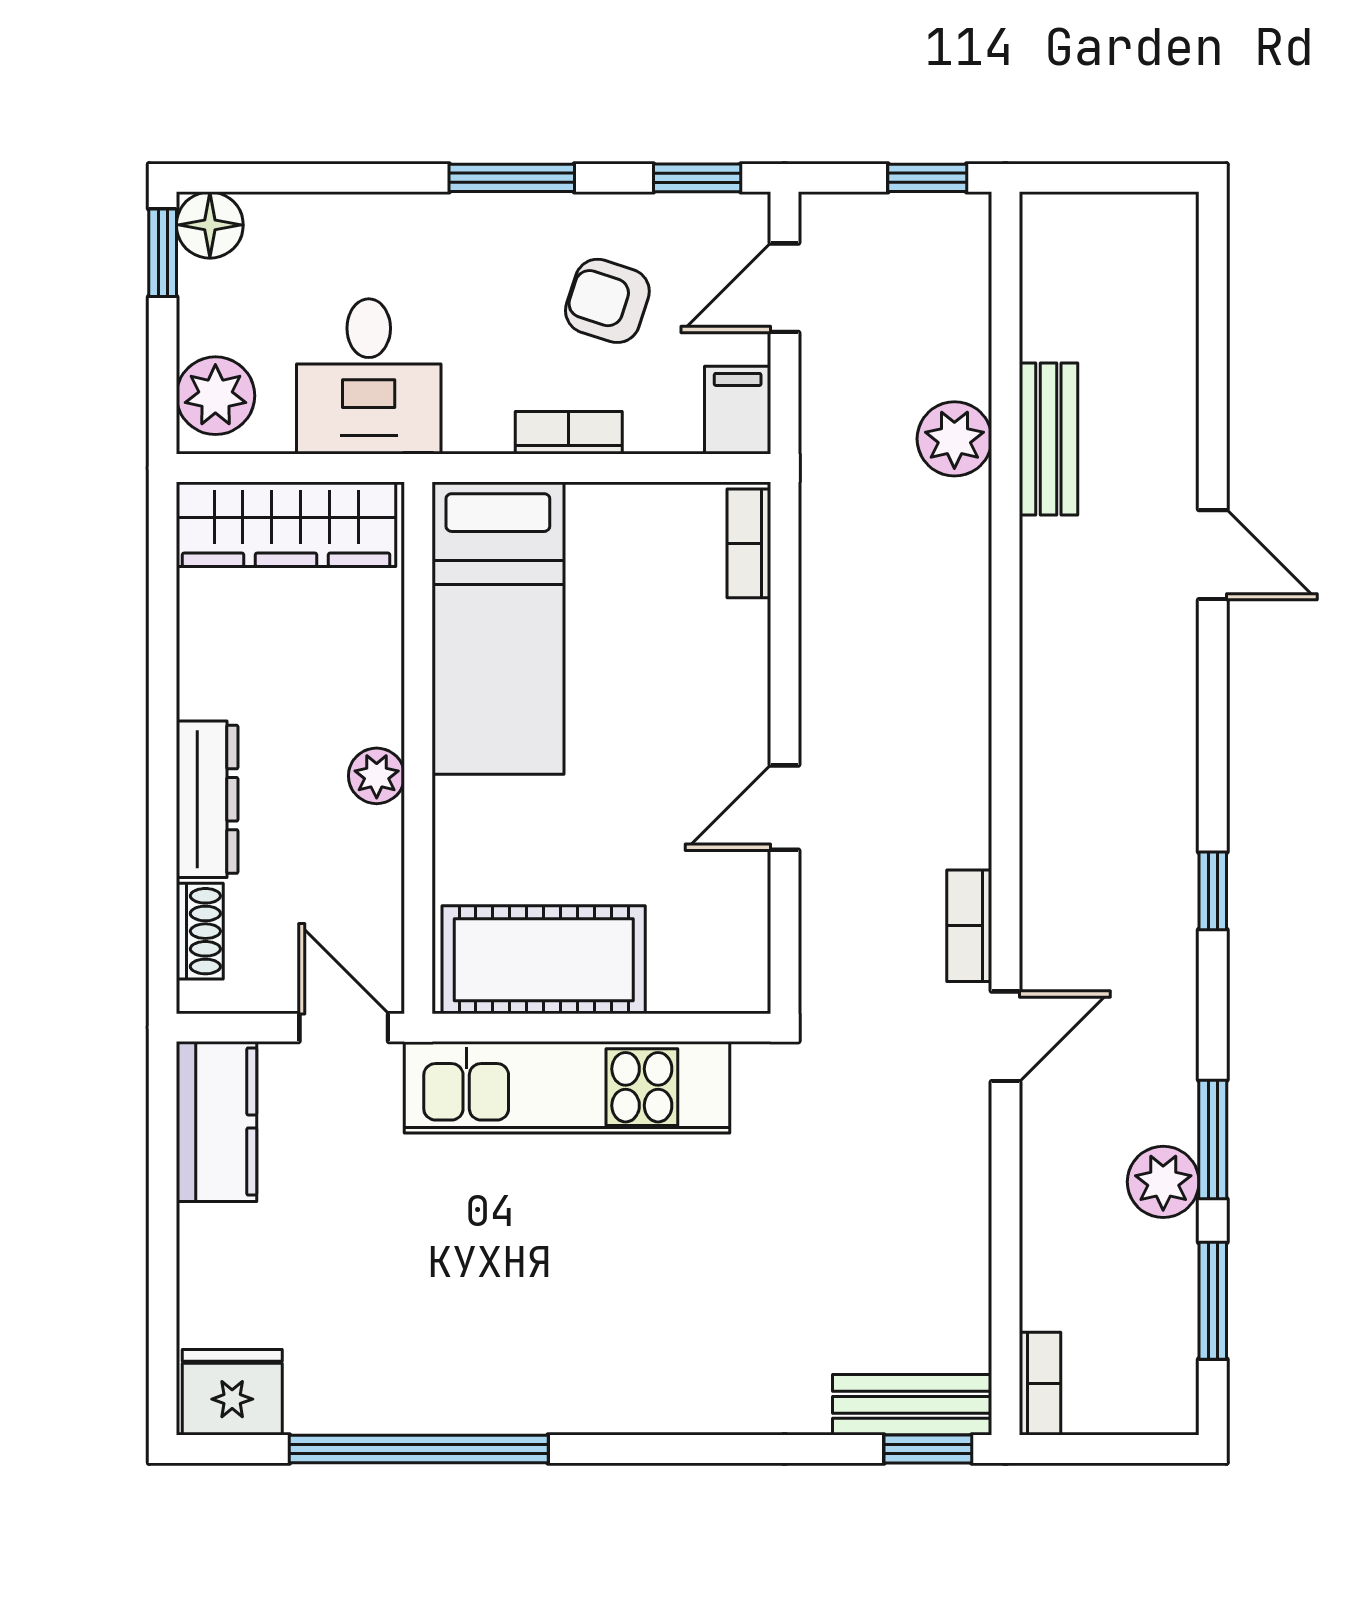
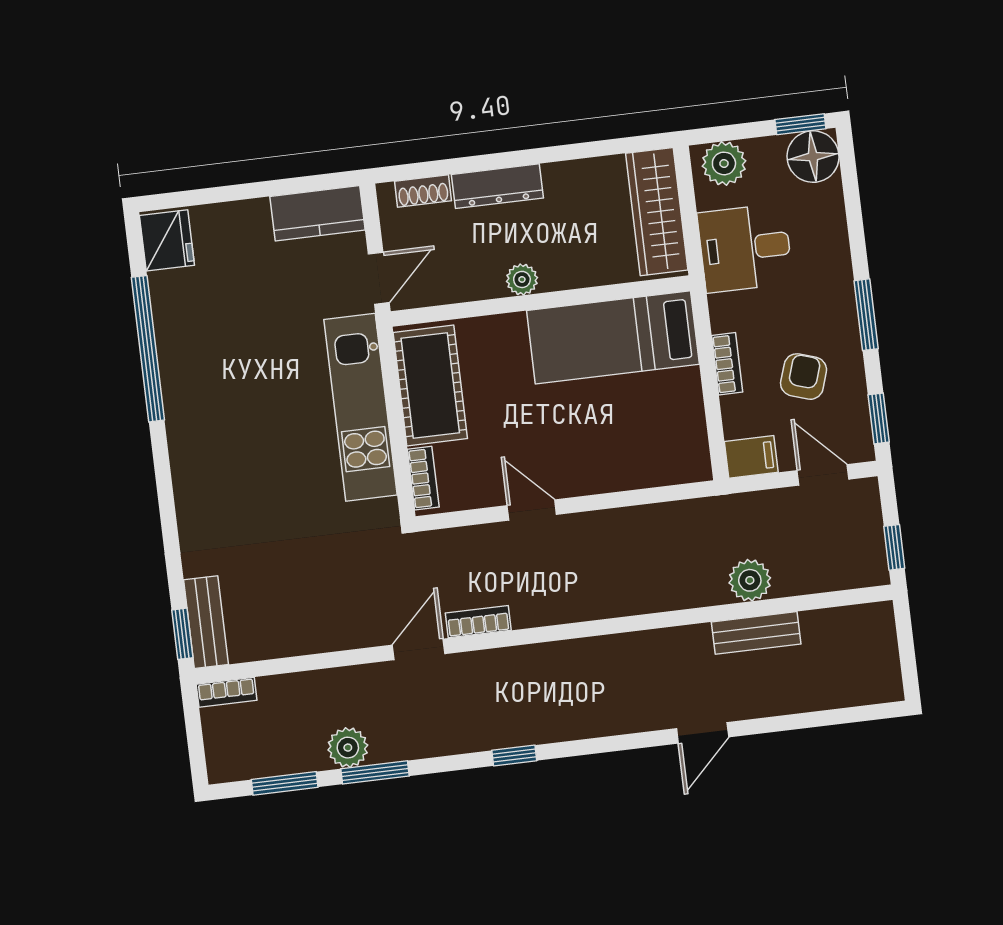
floor lamp: (210, 225) -> (813, 157), width x1.38, depth x1.38
bookcase: (749, 543) -> (423, 478), moved, turned 90
door: (1006, 1036) -> (419, 649), swing flipped

